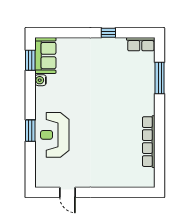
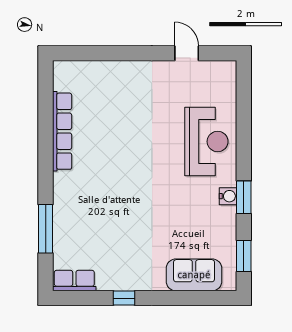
sofa: (45, 56) -> (194, 275), moved, turned 90
water cooler: (41, 80) -> (228, 196), moved
window: (30, 131) -> (244, 197), moved

